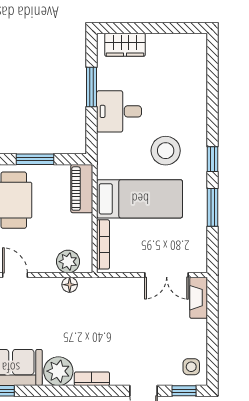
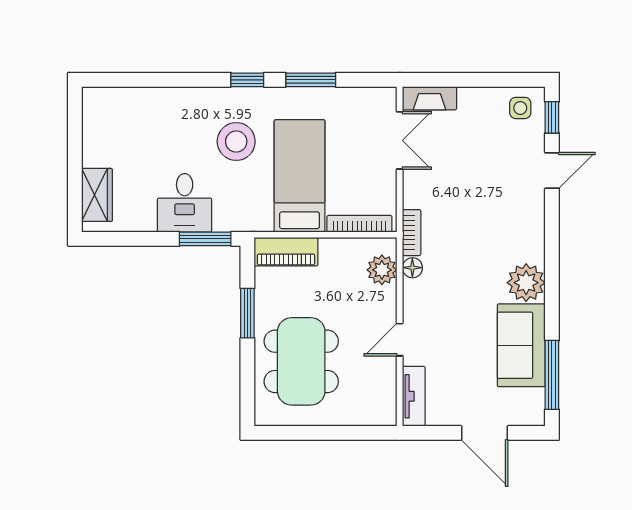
window: (92, 87) -> (205, 239), moved
bookcase: (92, 379) -> (412, 233), moved, turned 180

